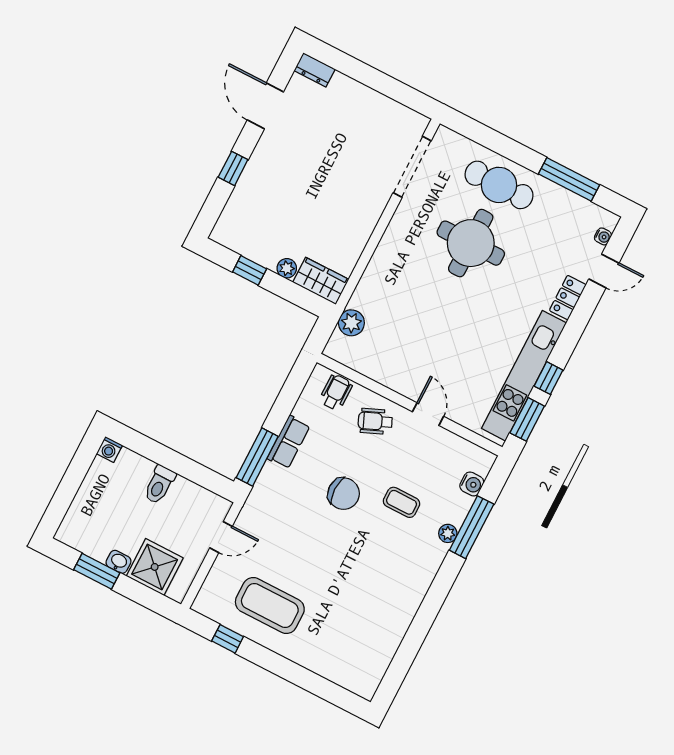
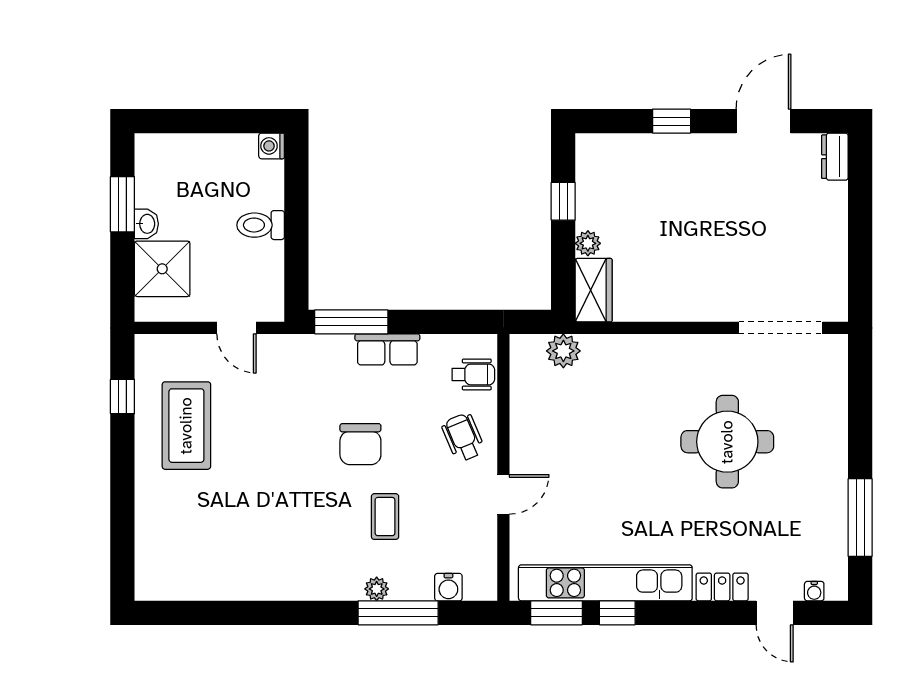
cafe table: (499, 185) -> (812, 440), removed

